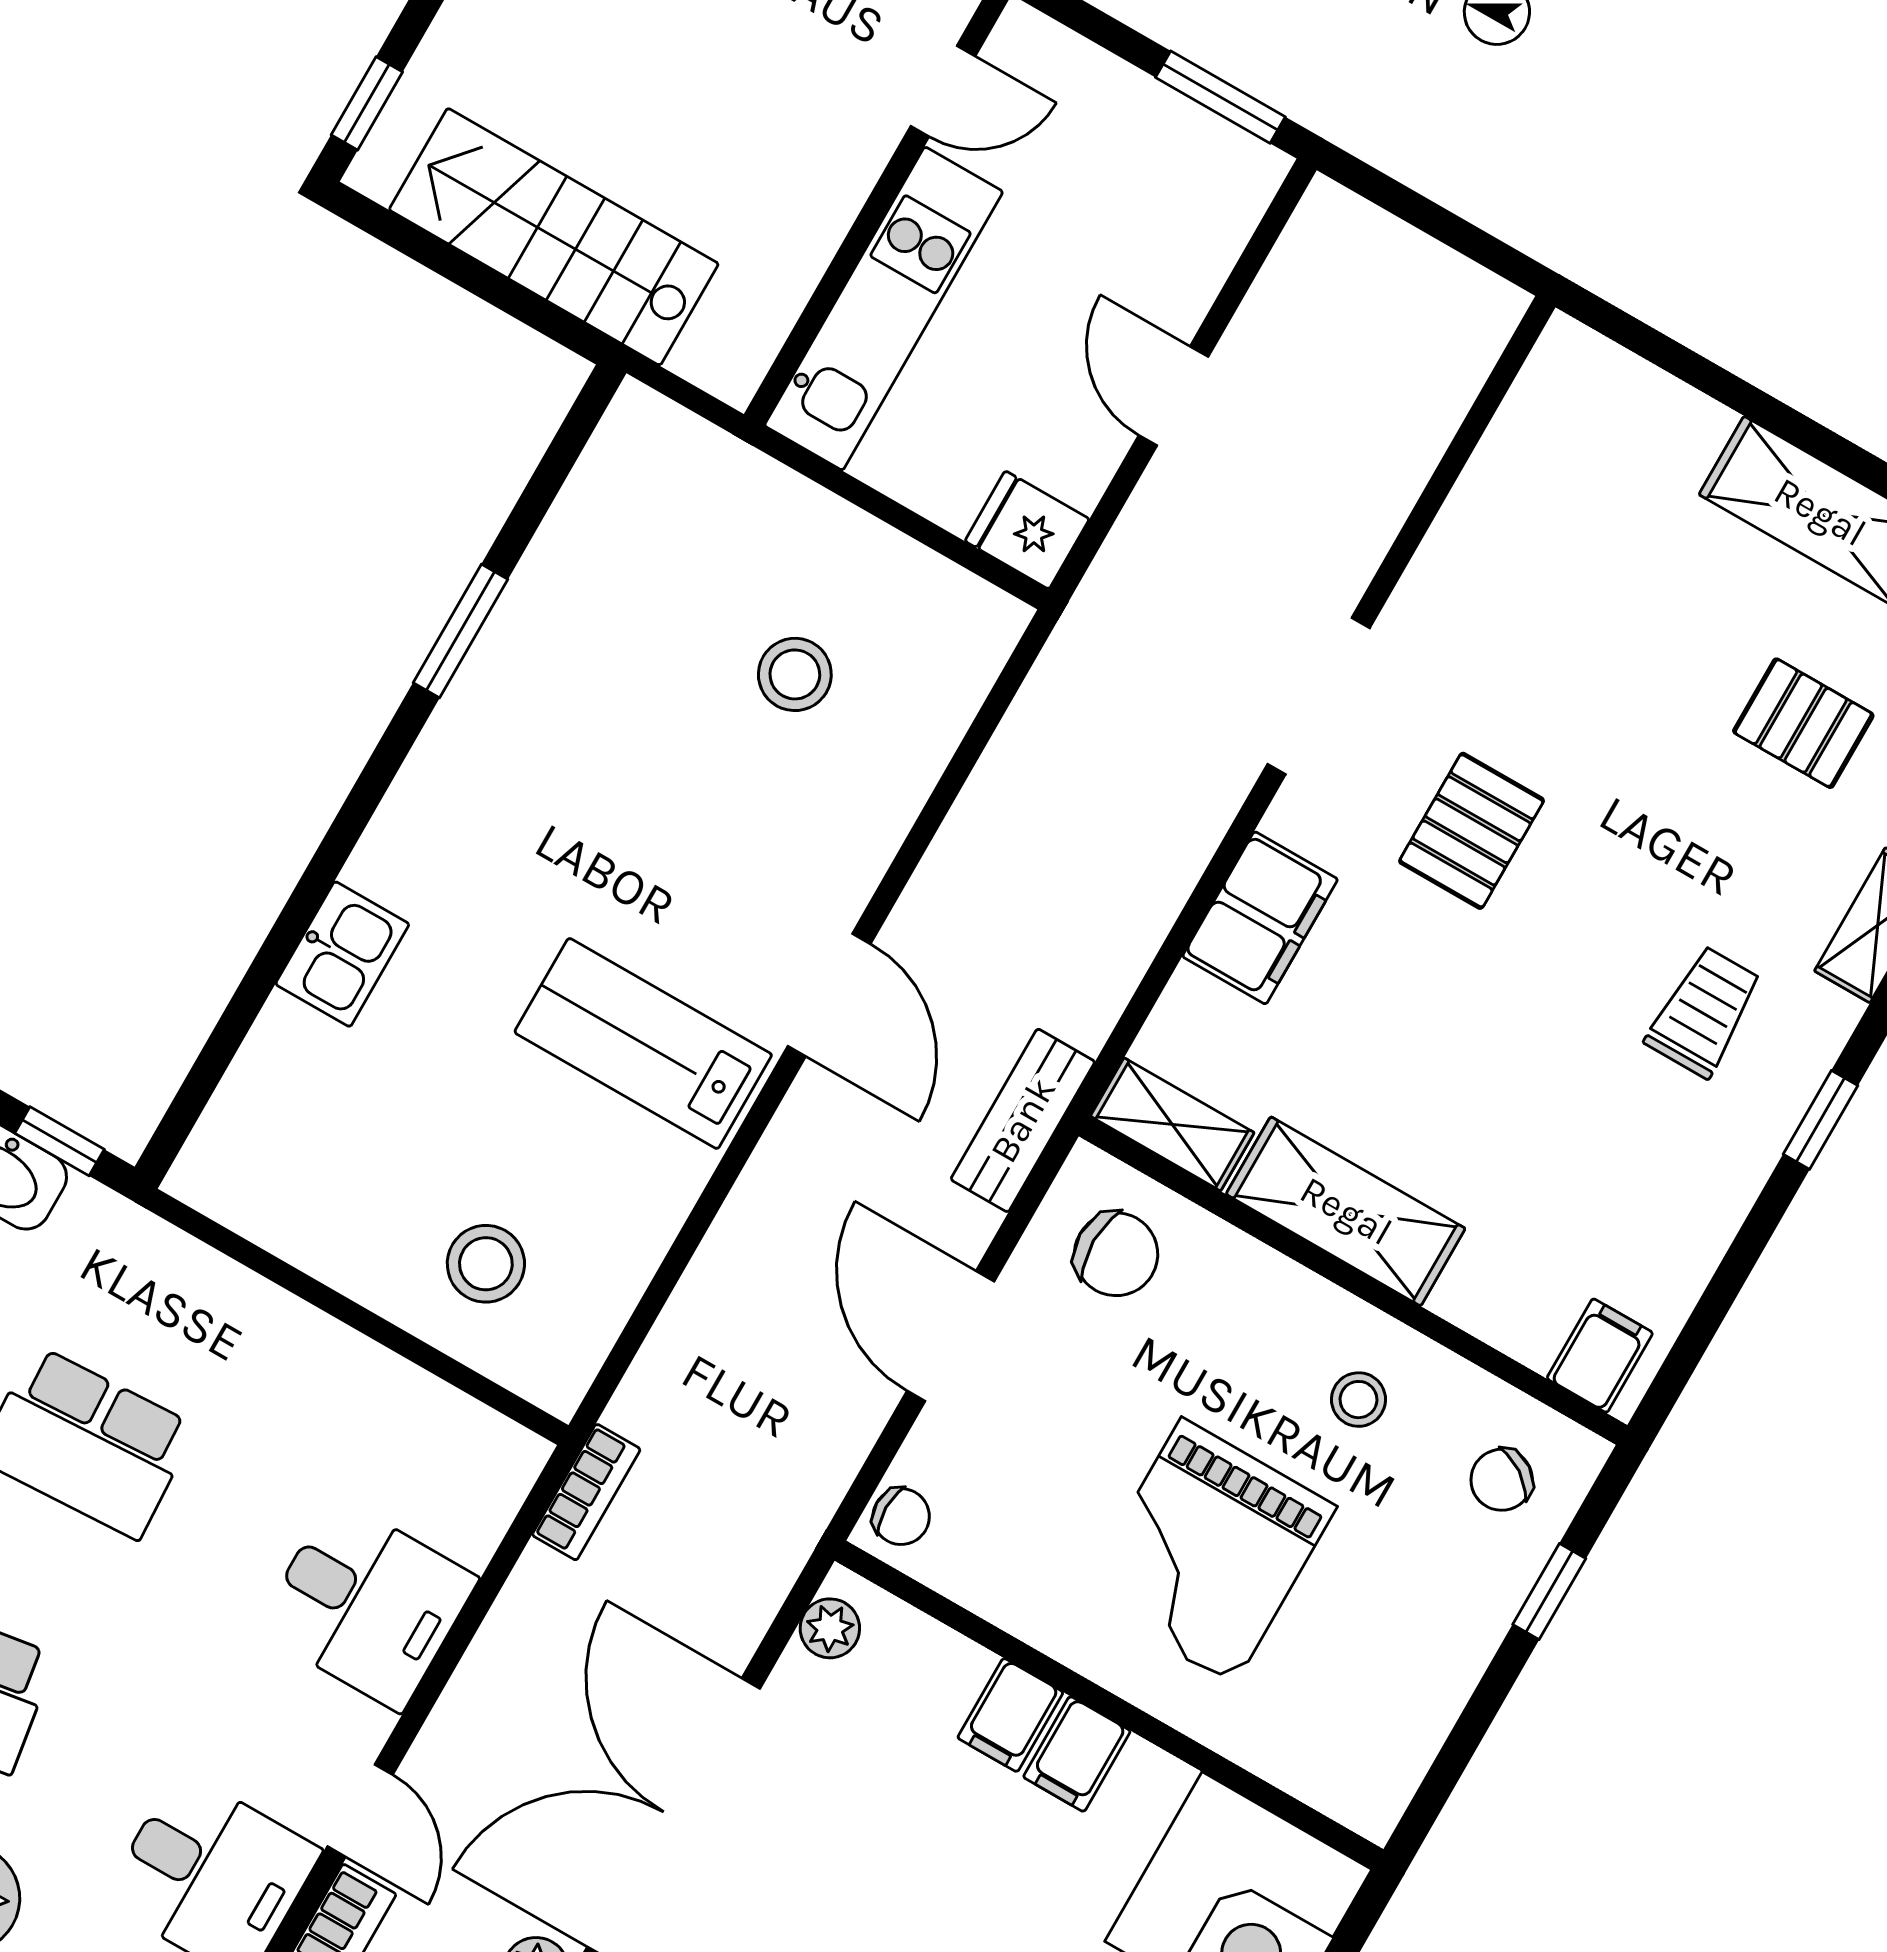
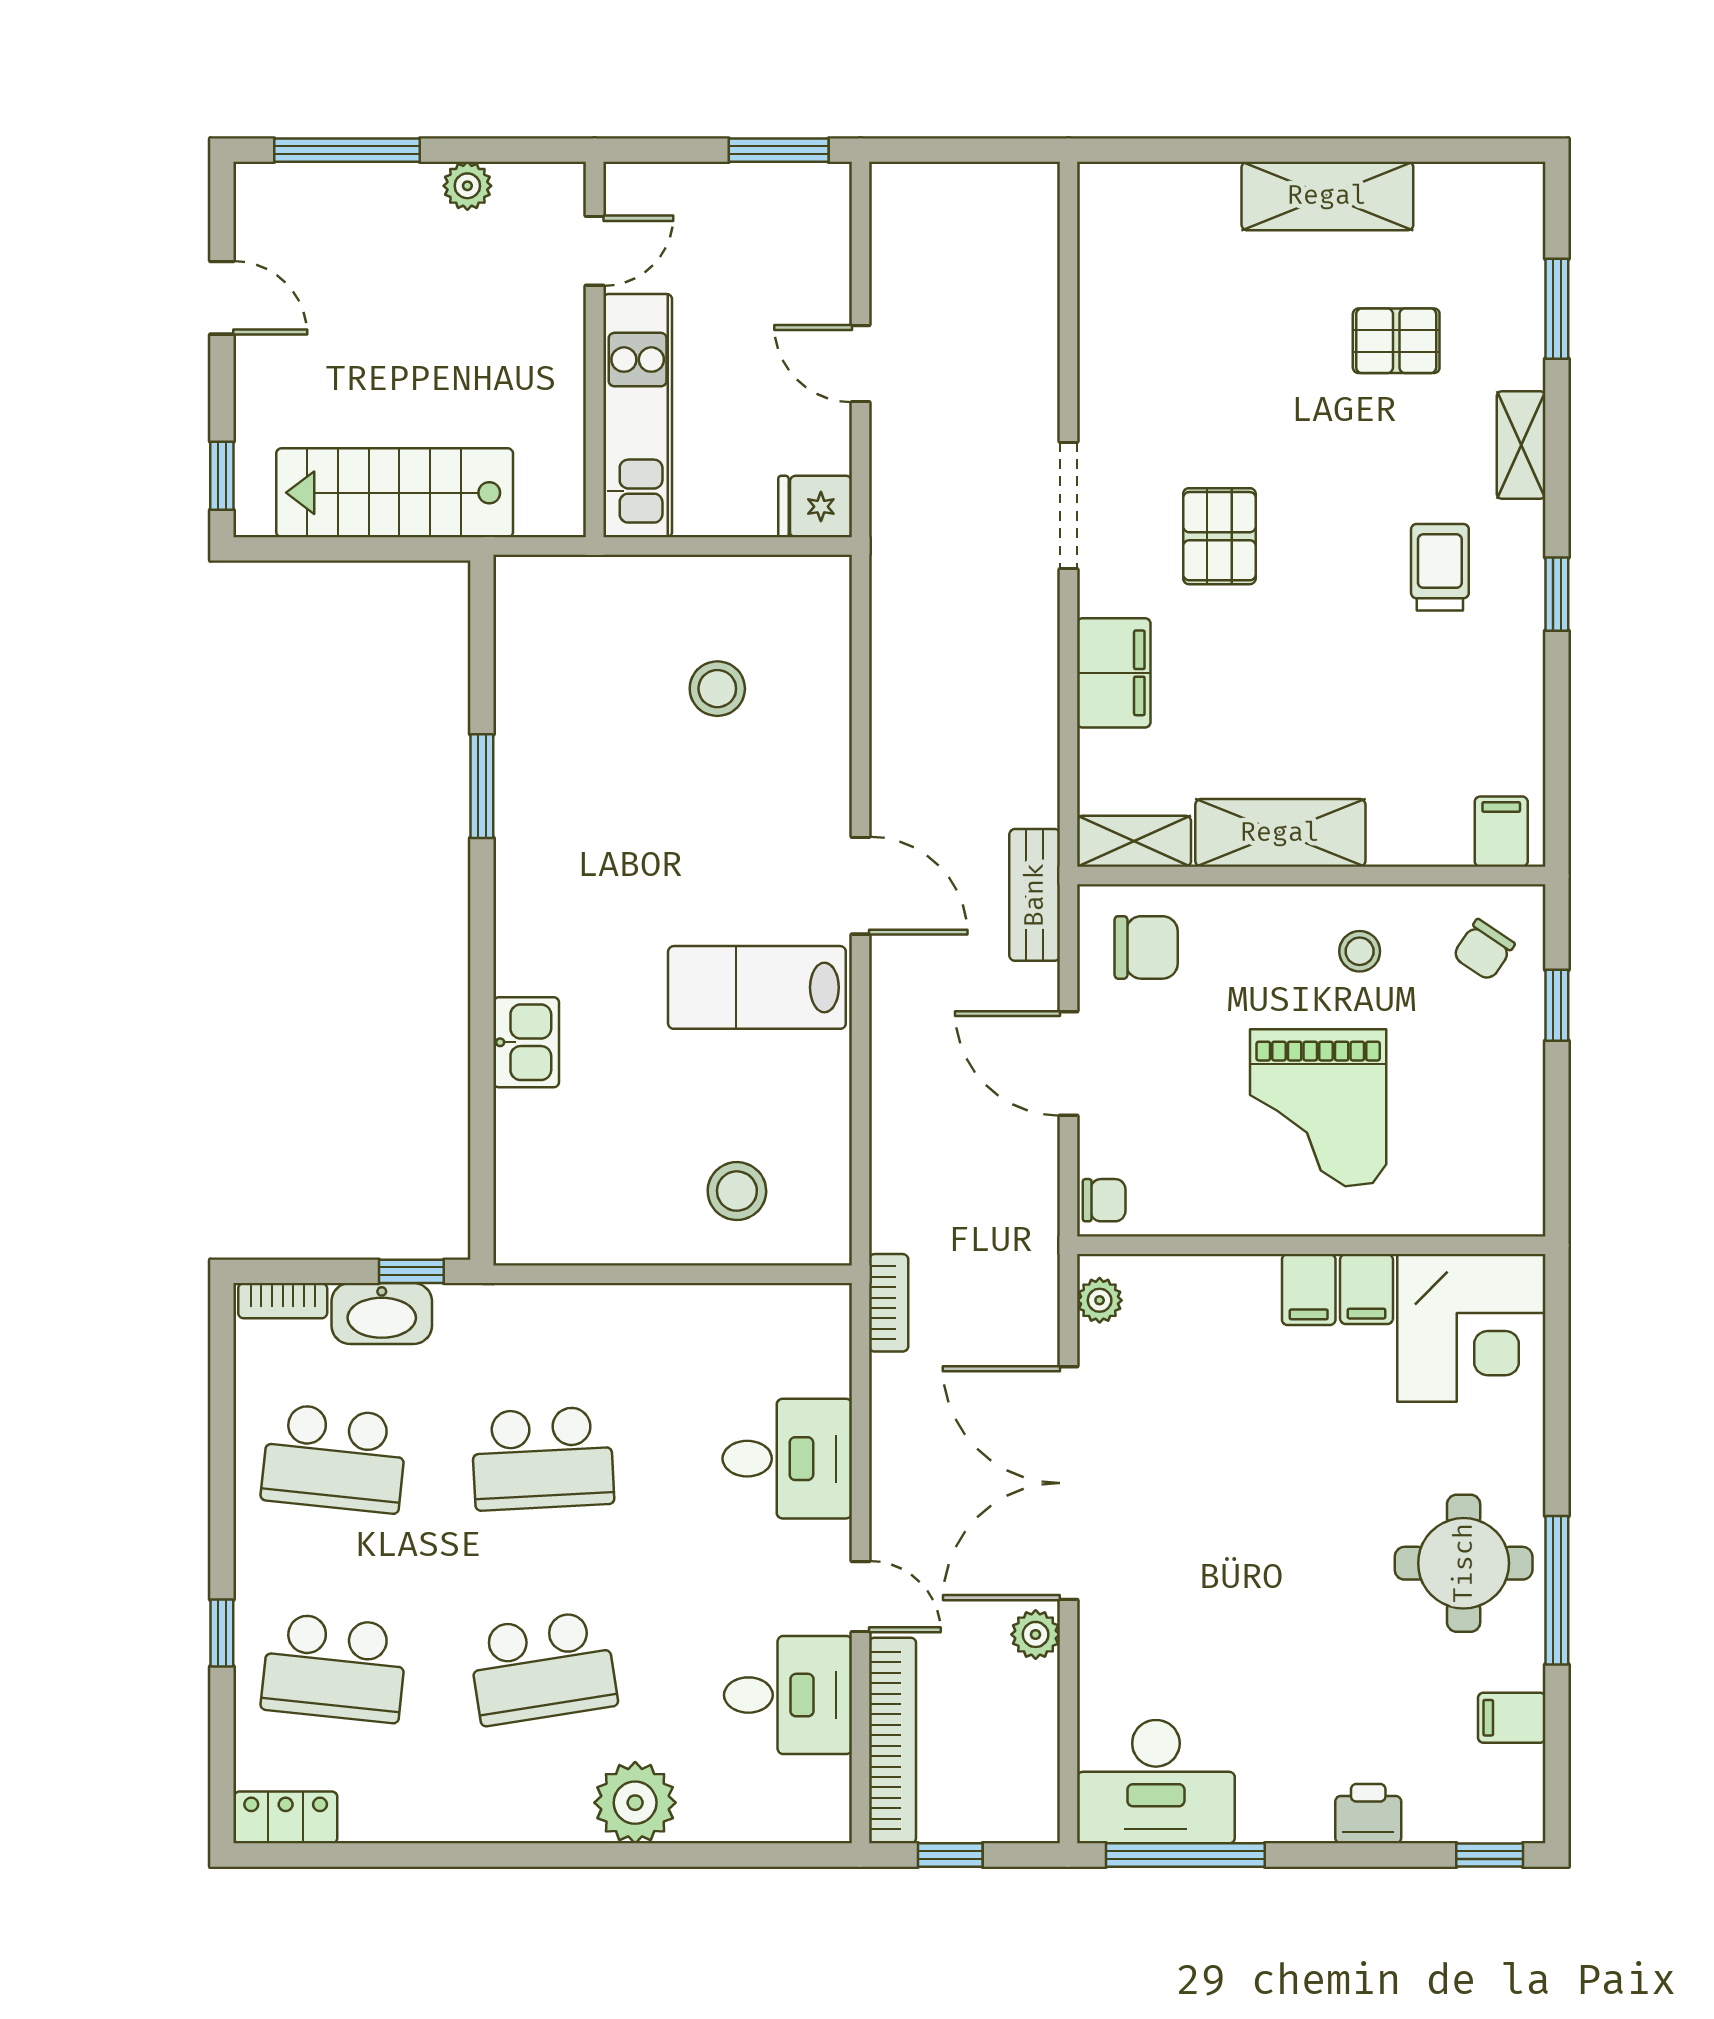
filing cabinet: (1010, 1715) -> (1366, 1289), moved

